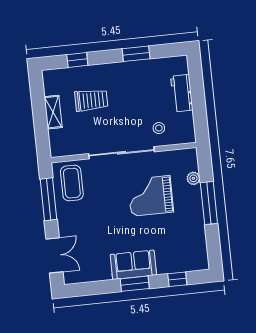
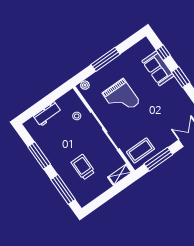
window: (136, 54) -> (39, 156), width x1.44
window: (77, 60) -> (63, 189), width x2.17
shelving: (53, 112) -> (120, 175), moved
plant: (193, 178) -> (85, 85), moved
sofa: (133, 265) -> (158, 68), moved

